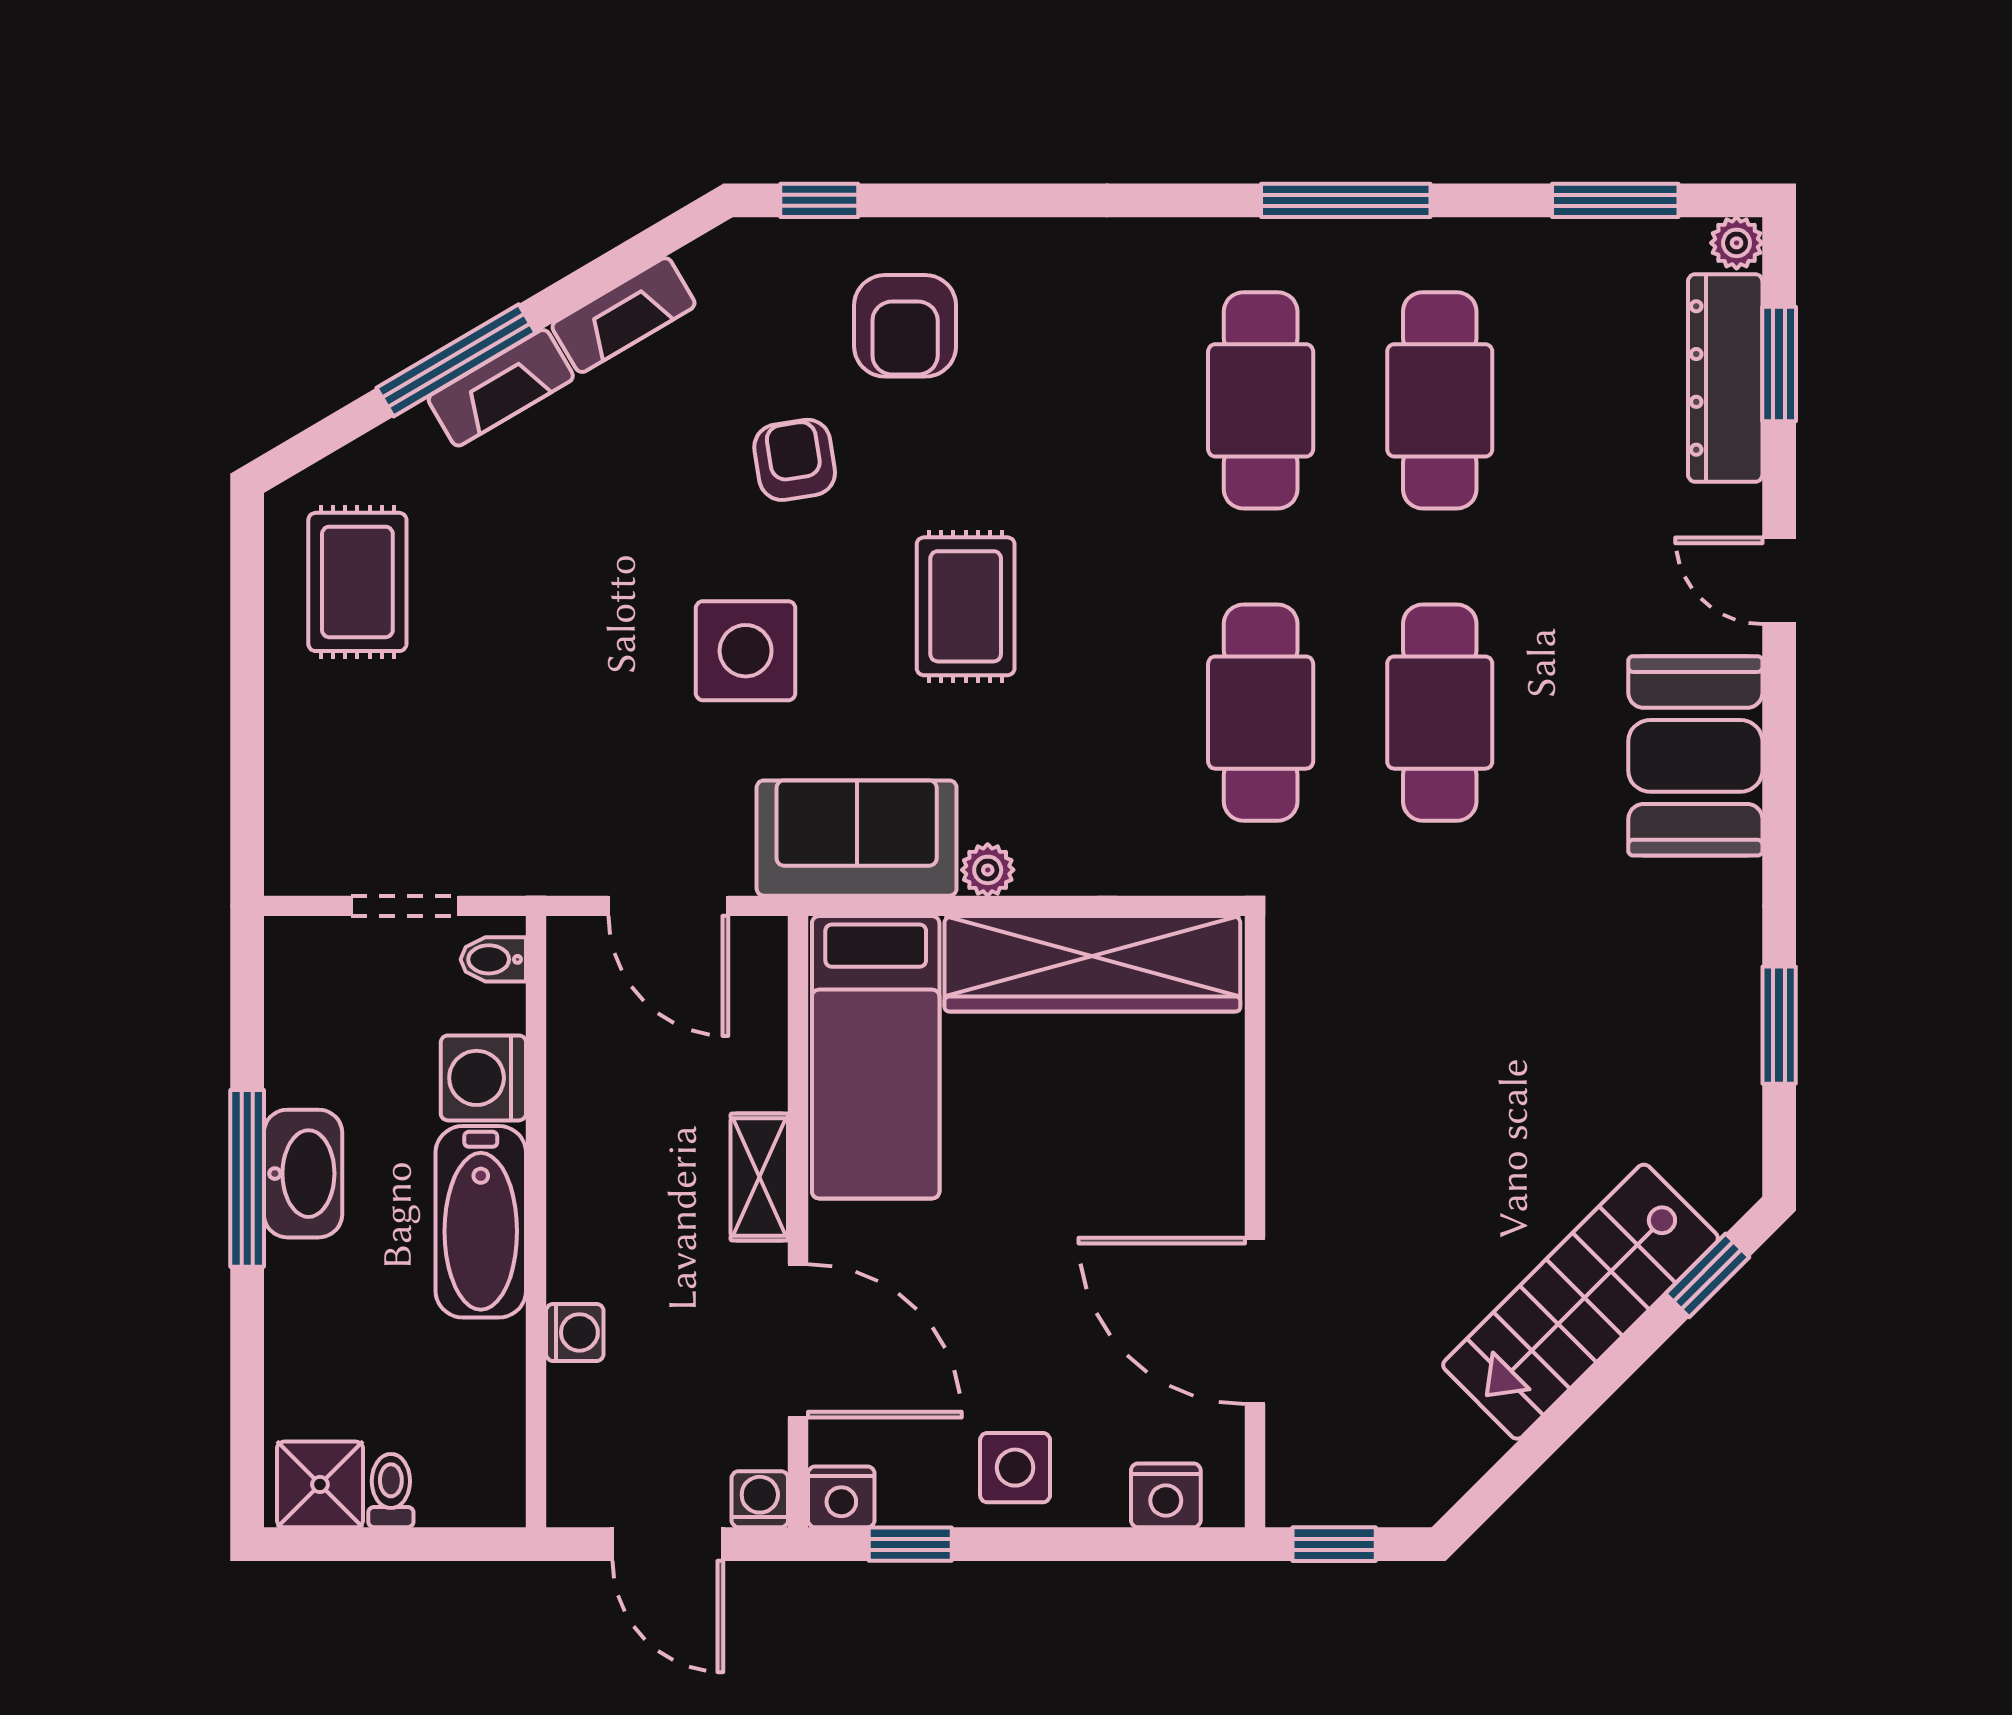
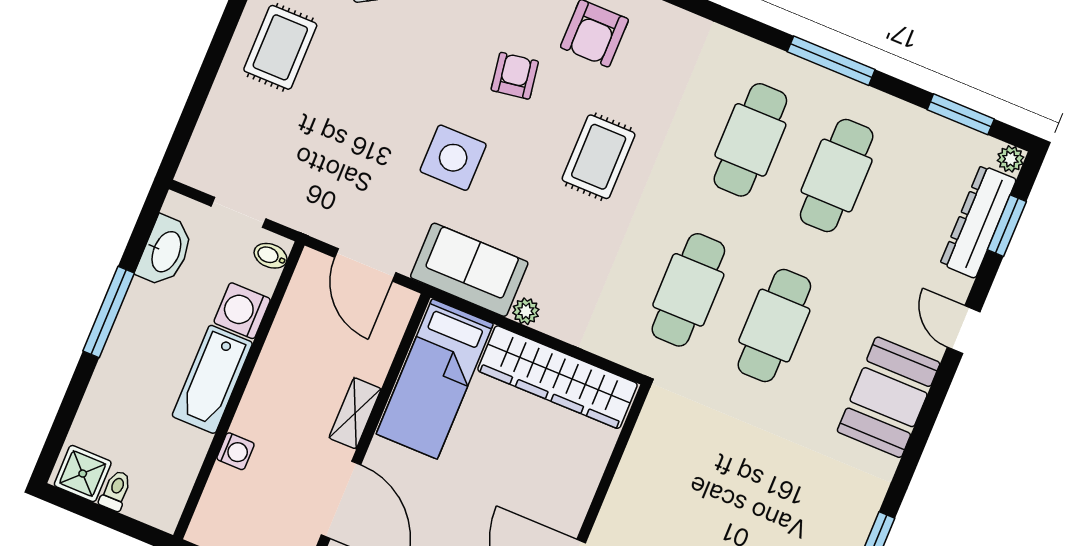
rug: (966, 606) -> (599, 157), moved
washbasin: (303, 1174) -> (165, 251), moved

